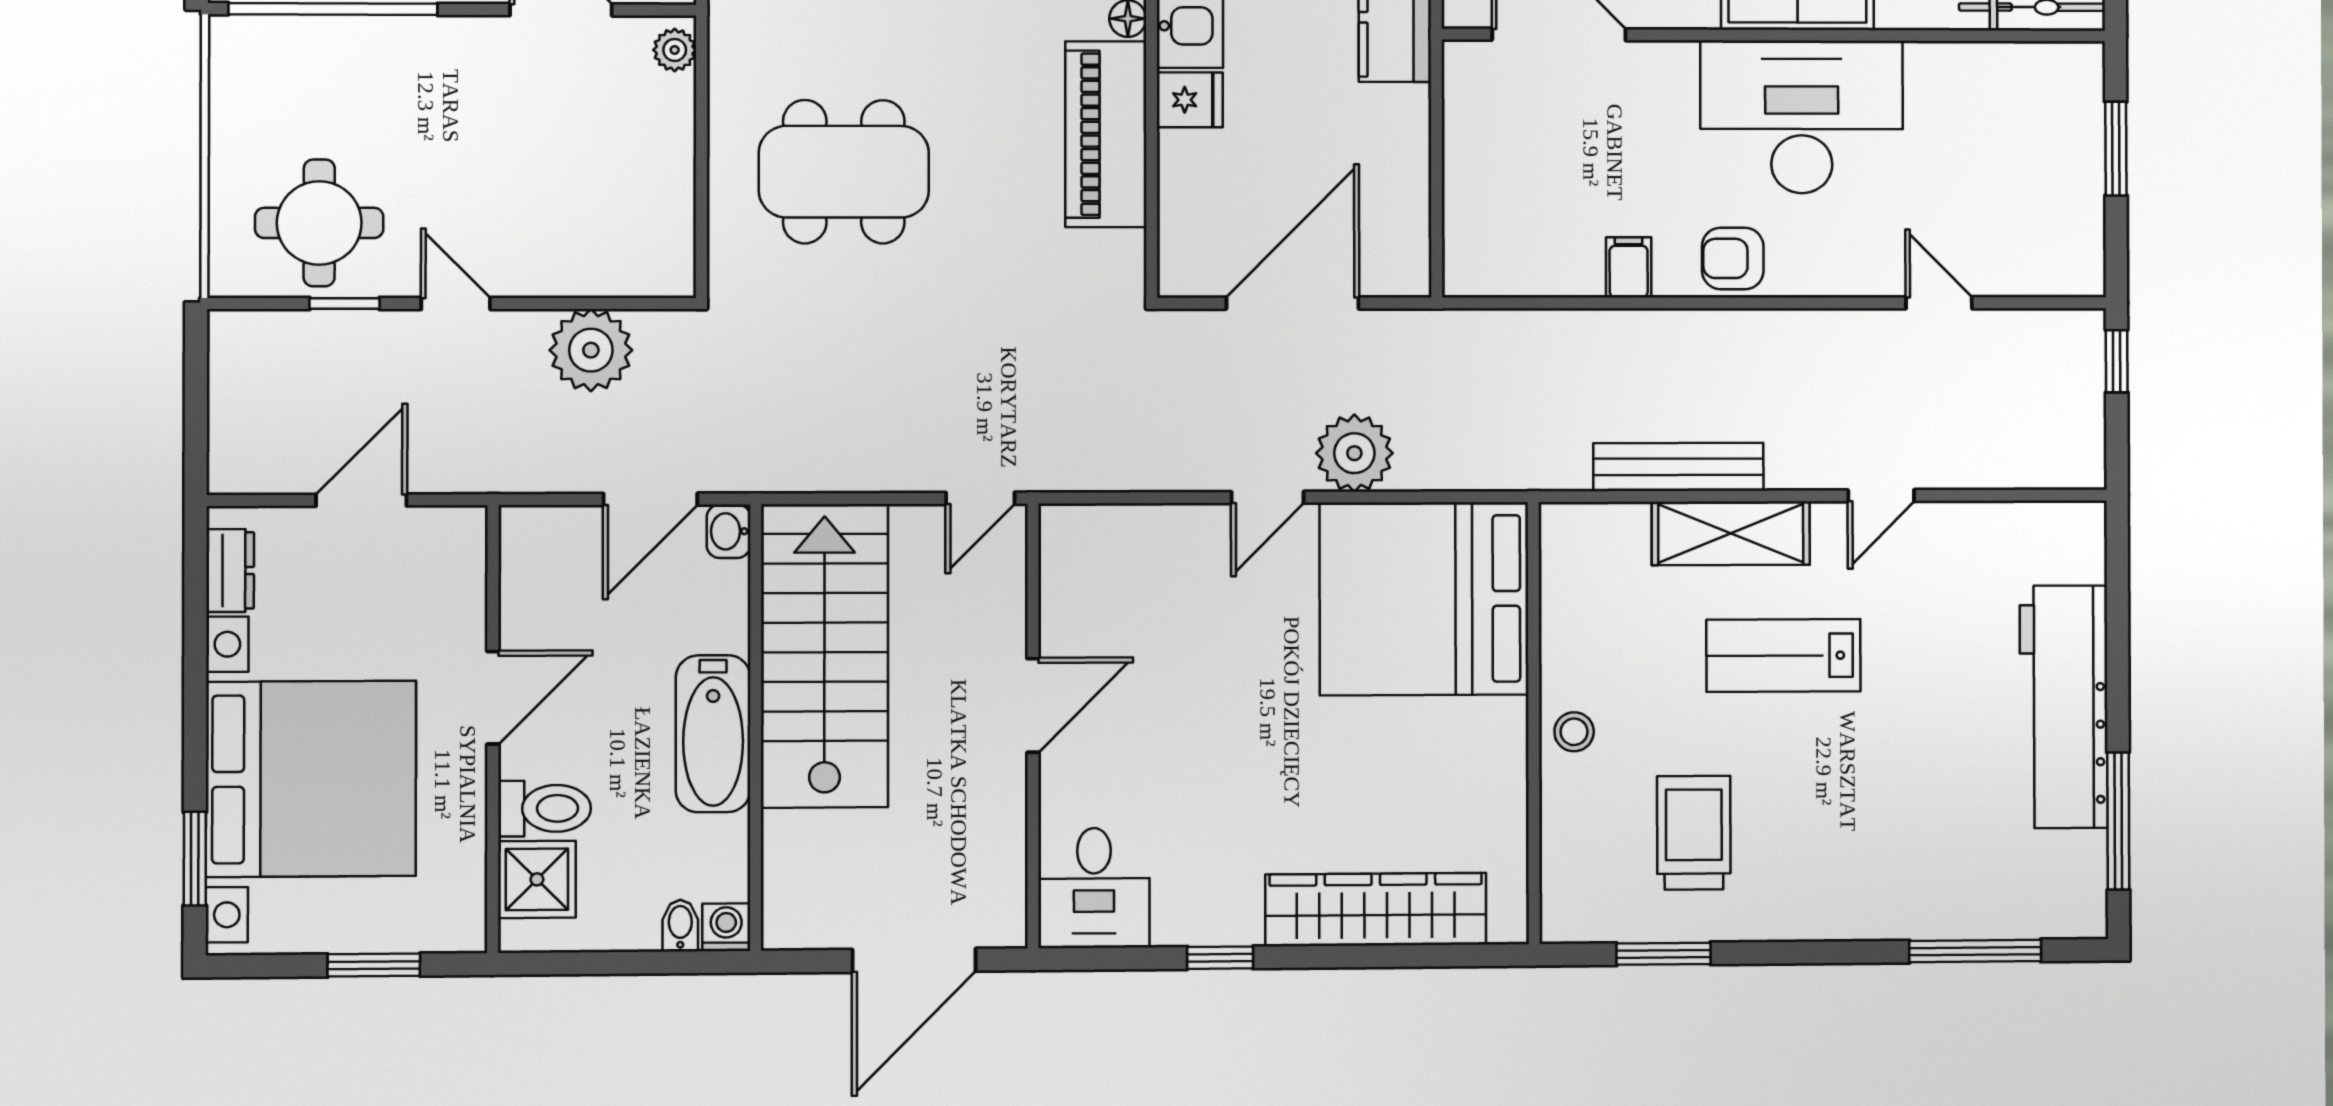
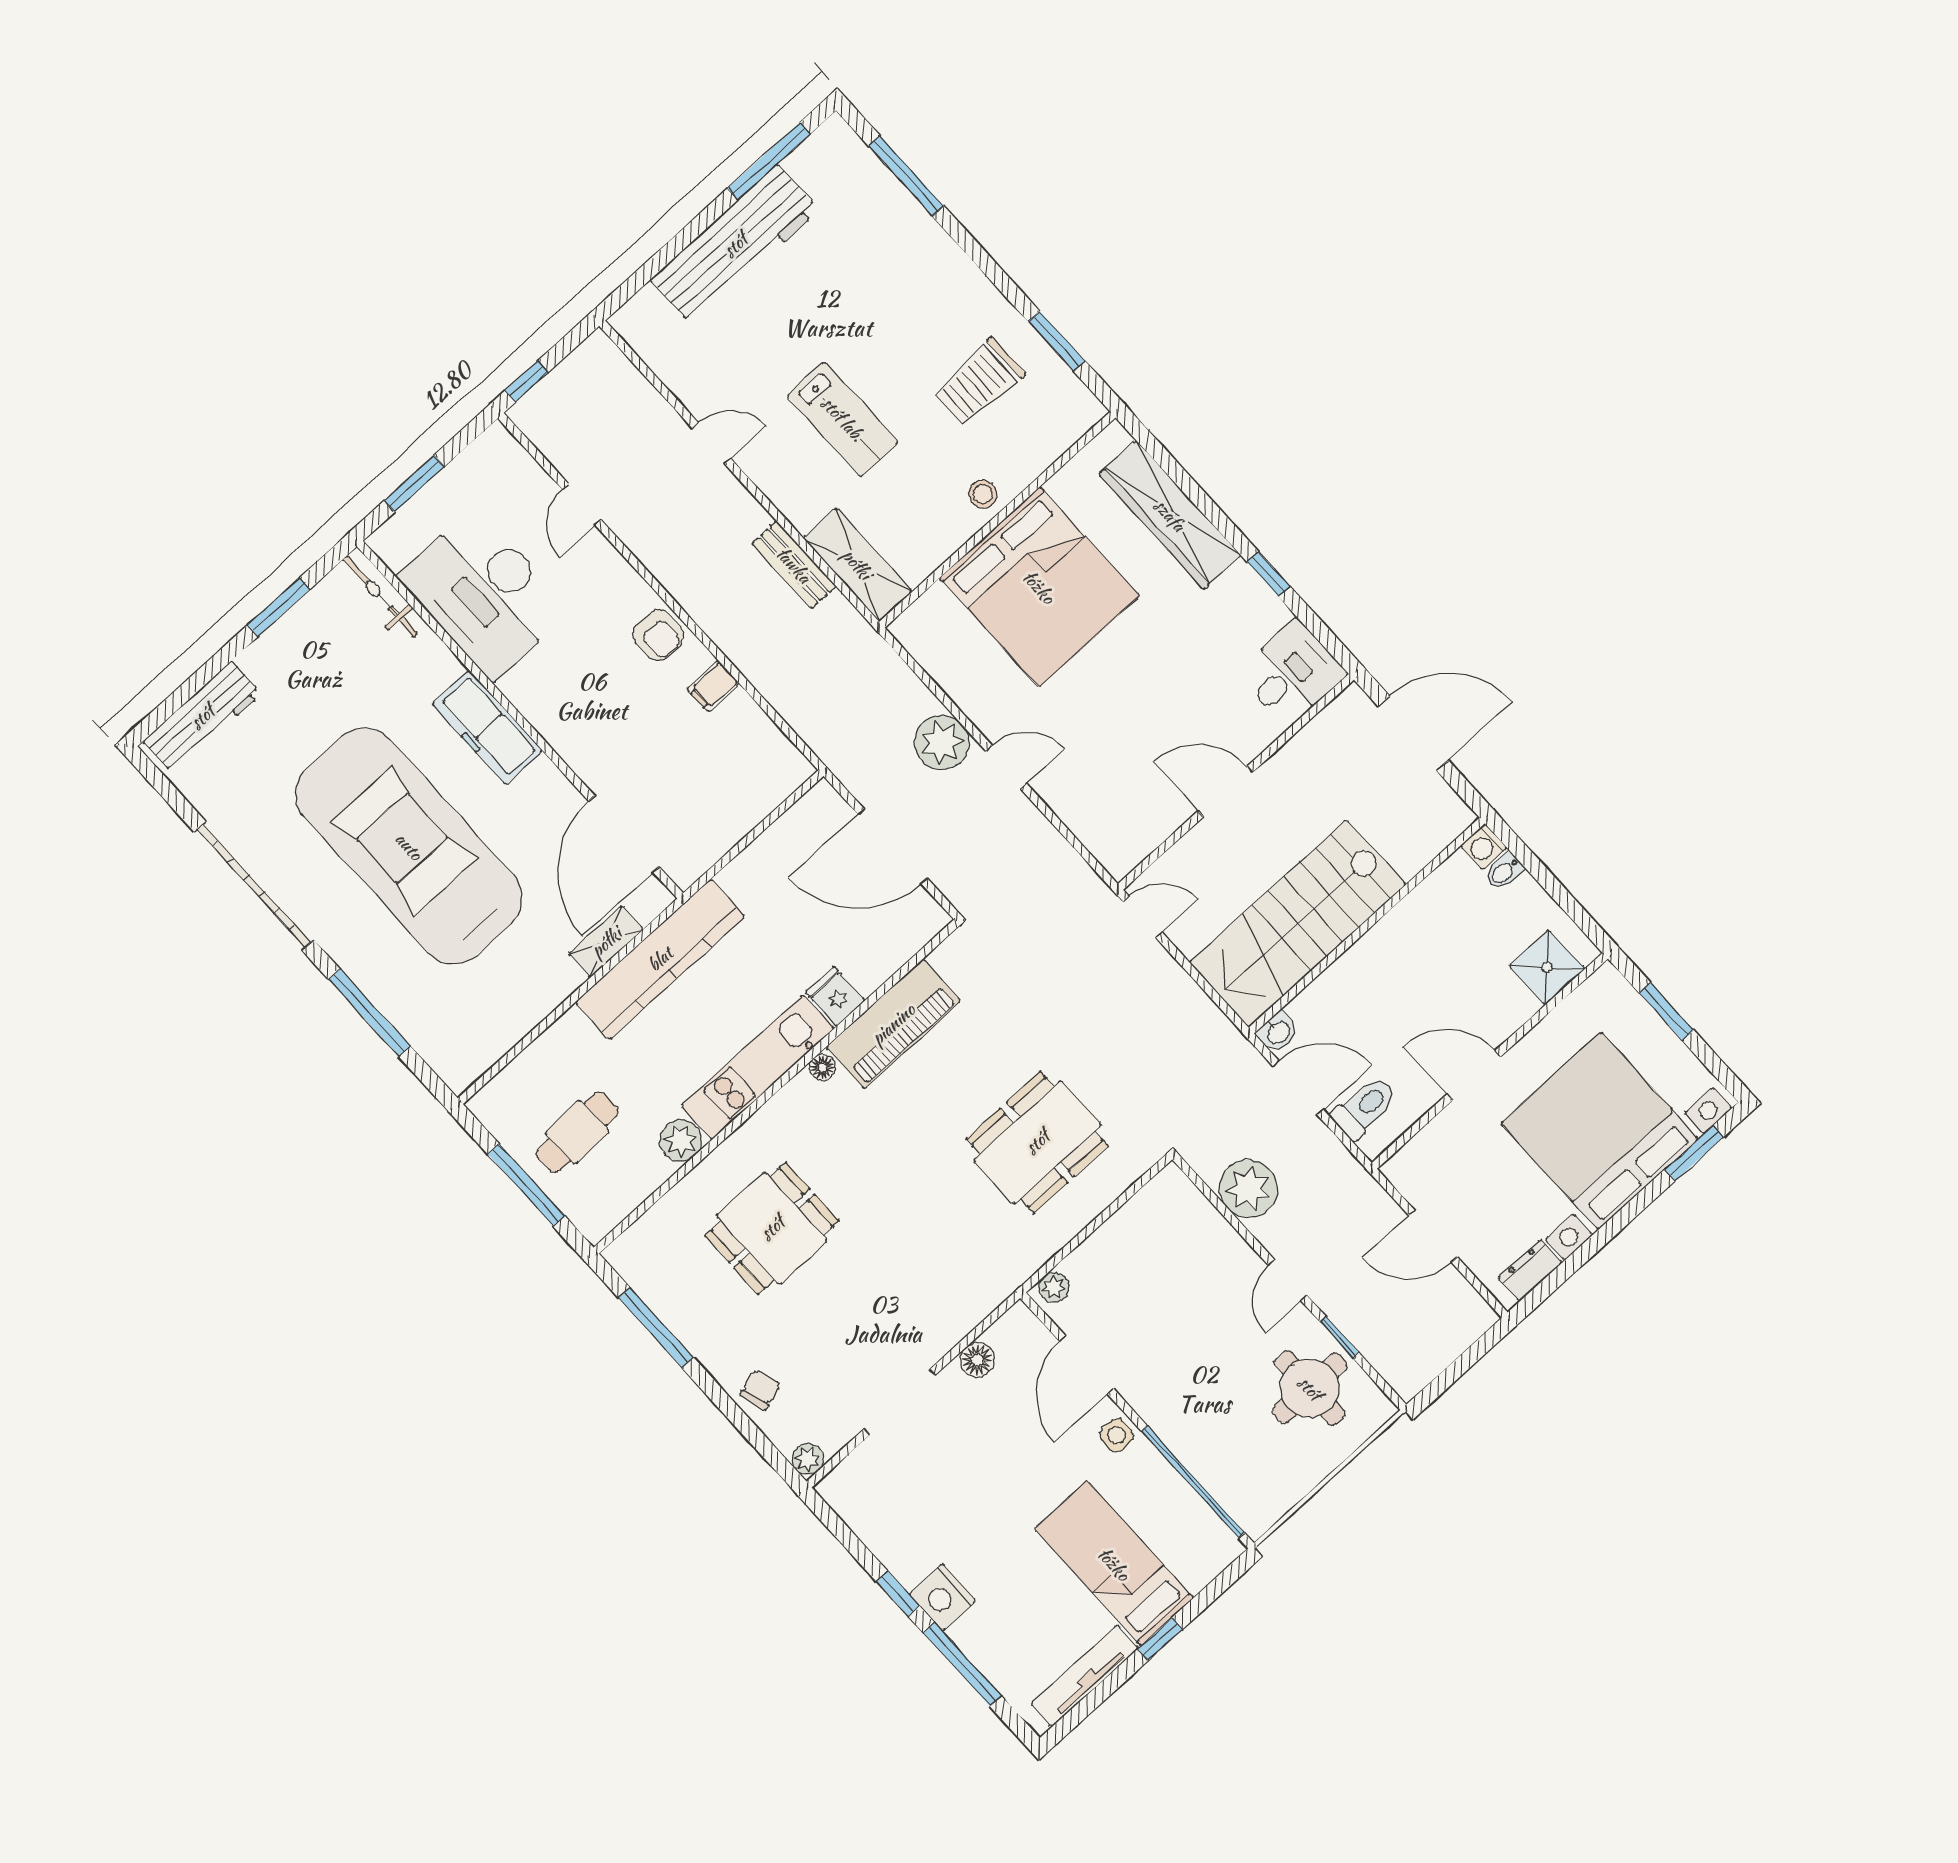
desk: (1802, 117) -> (484, 594), moved
dining table: (844, 172) -> (1037, 1142), turned 90
bench: (1678, 467) -> (794, 565), width x0.73
shelving: (1731, 533) -> (857, 564), moved
bed: (1424, 599) -> (1039, 587), moved
bathtub: (713, 734) -> (1390, 945), removed
toilet: (545, 808) -> (1365, 1108), moved, turned 90

